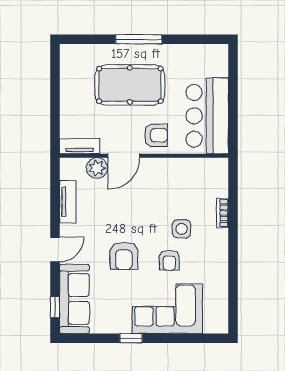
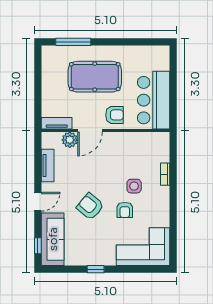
window: (139, 39) -> (73, 42), moved
armchair: (124, 256) -> (90, 206), turned 130
corner sofa: (167, 309) -> (143, 247), moved

